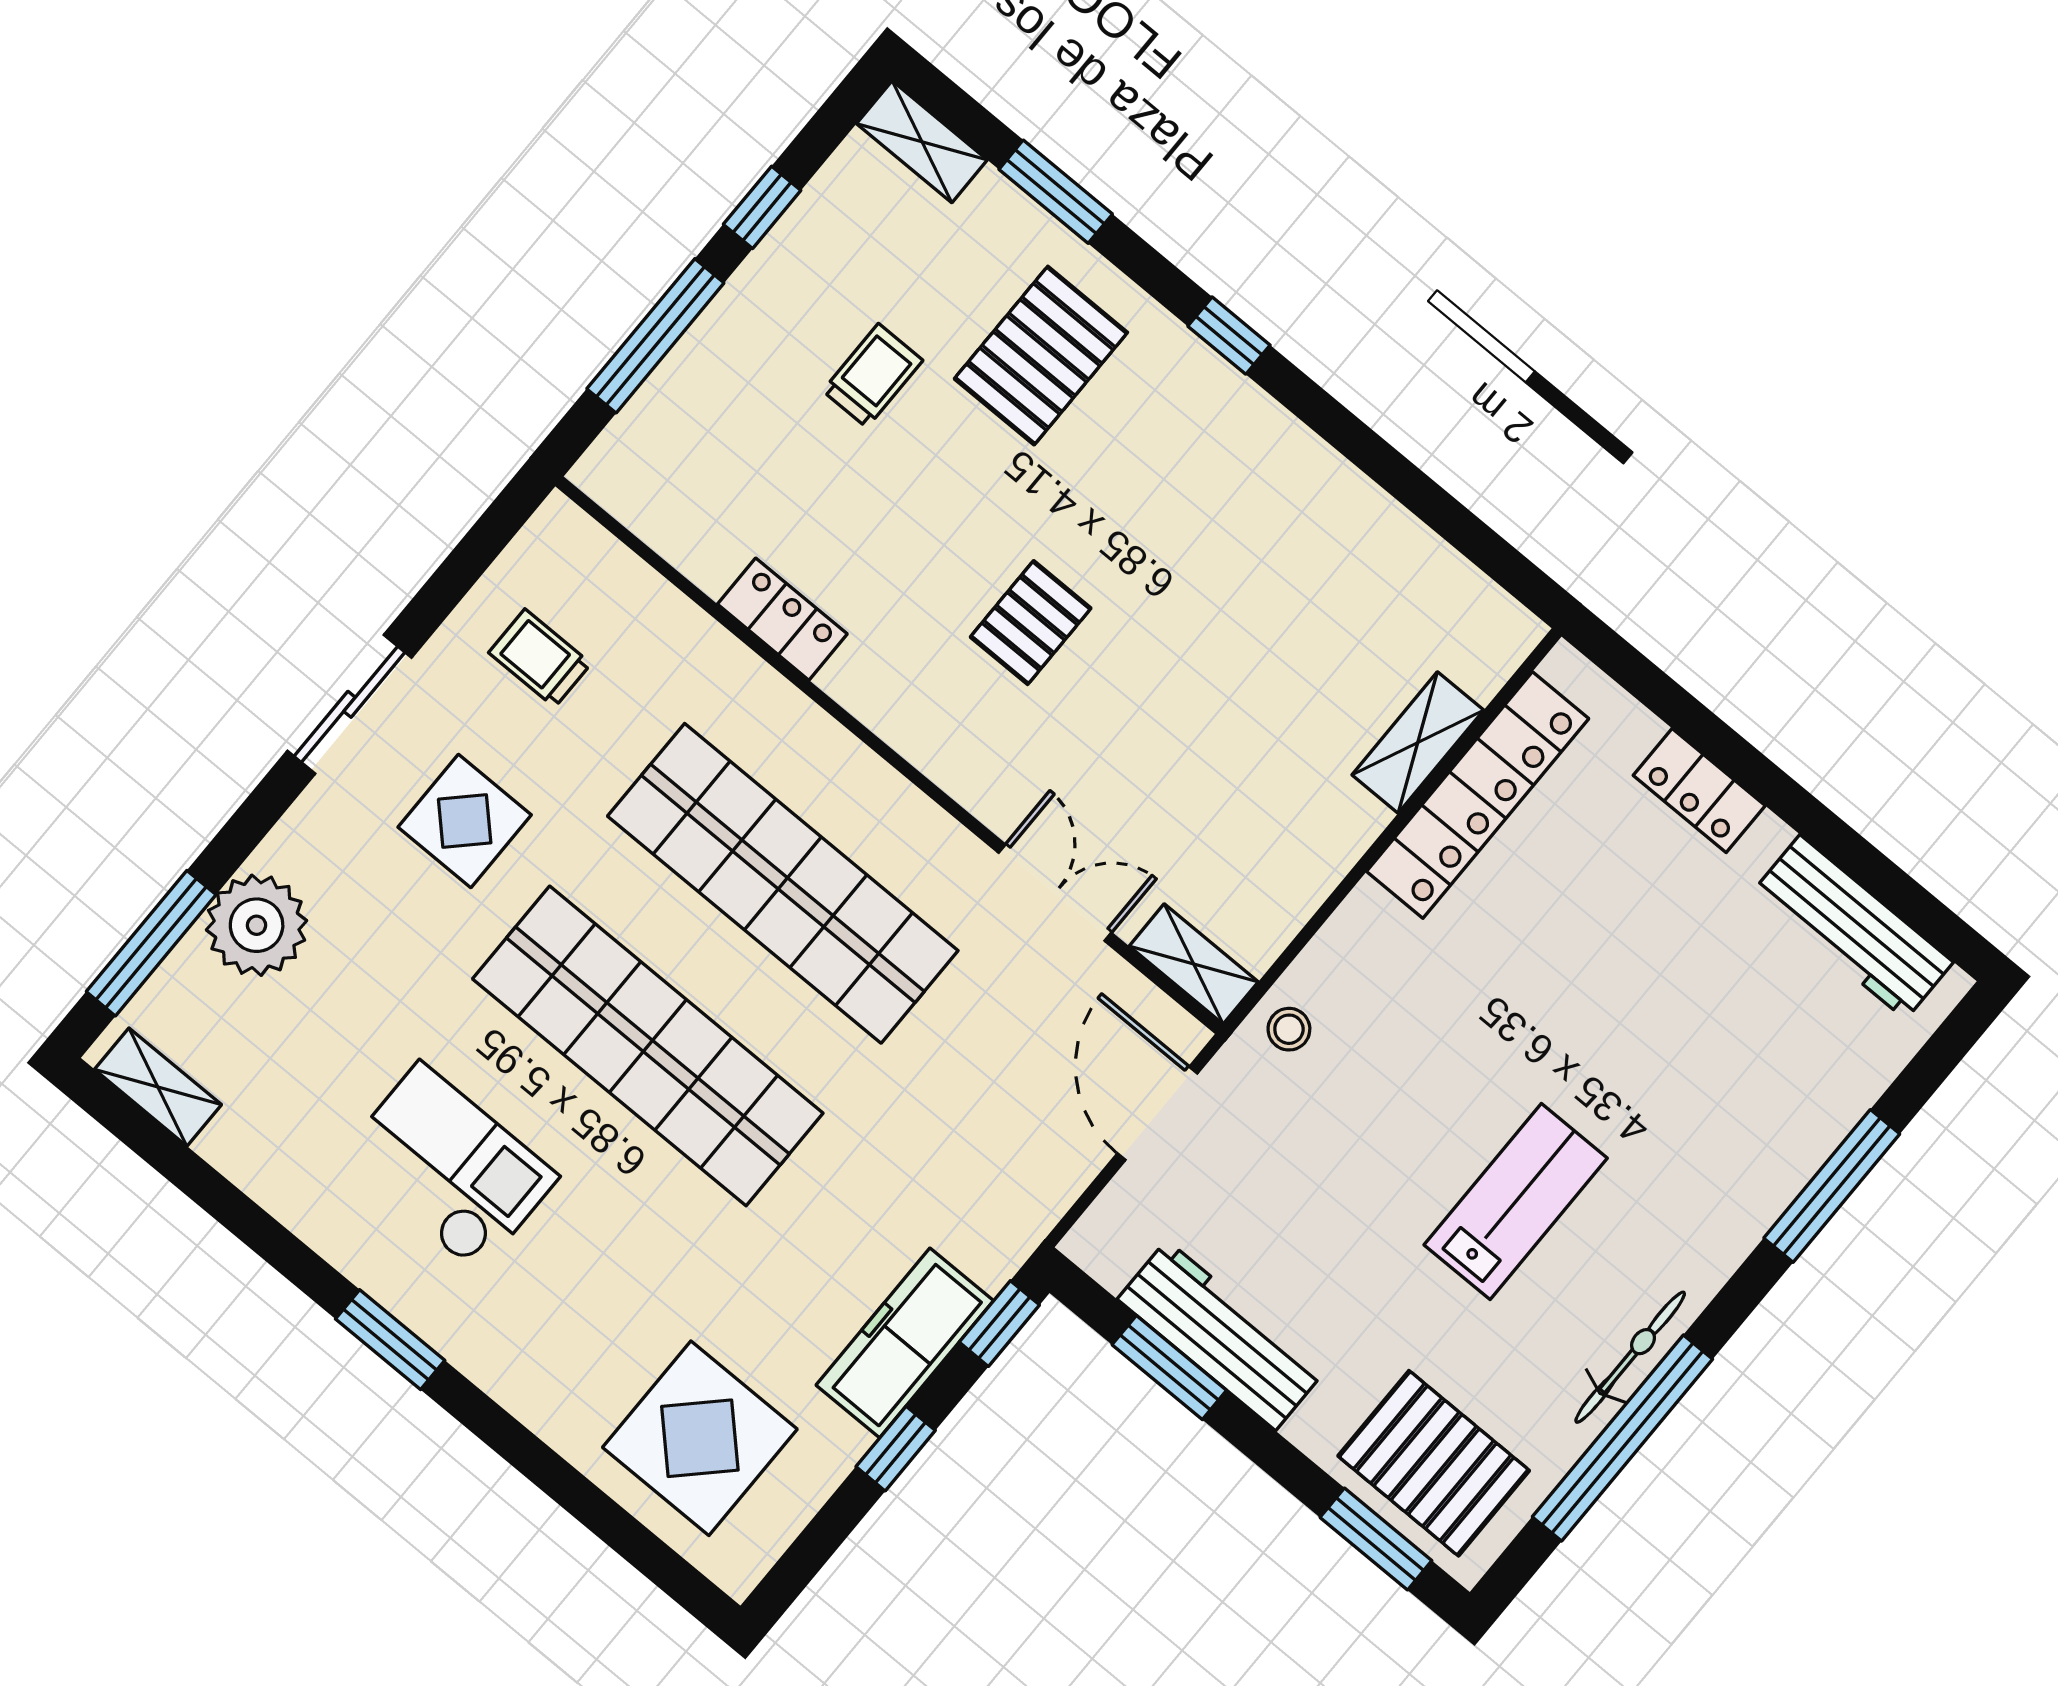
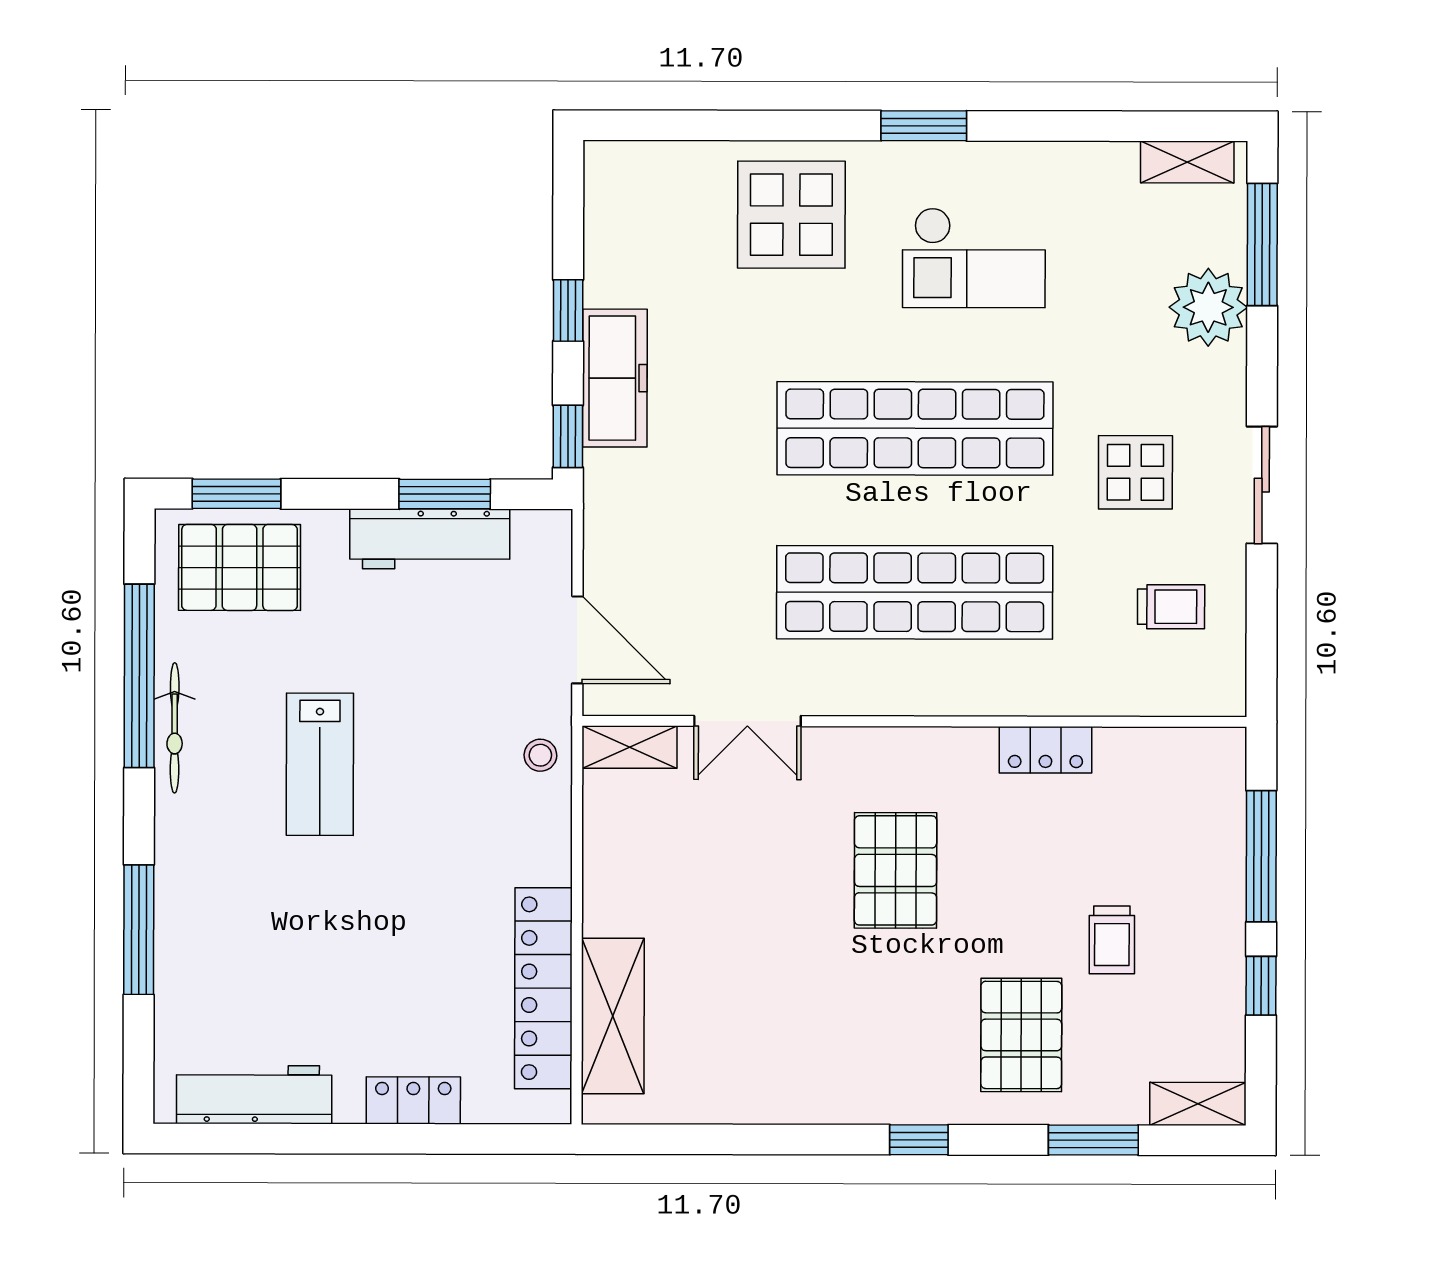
pallet: (1031, 623) -> (896, 870), width x1.50, depth x1.42
shelving: (1418, 742) -> (613, 1016), width x1.50, depth x1.33
display table: (700, 1438) -> (791, 215), moved

